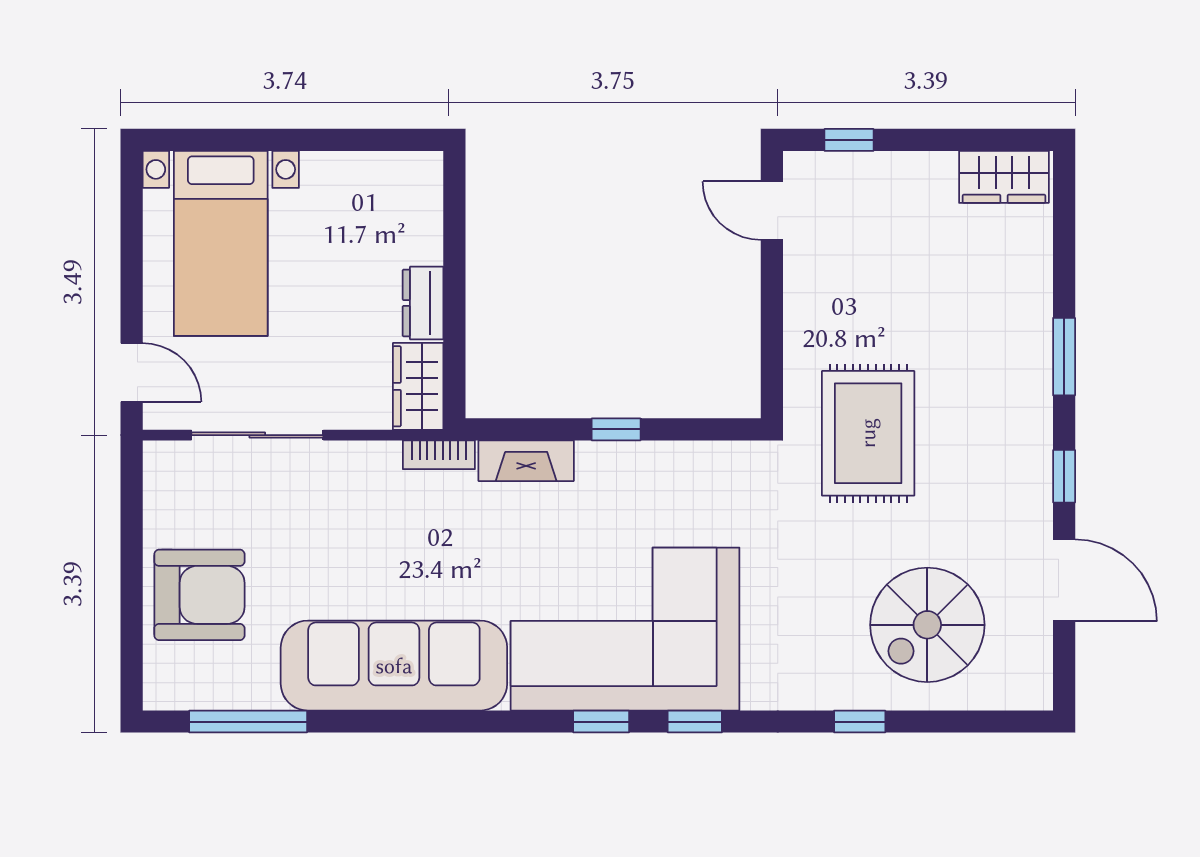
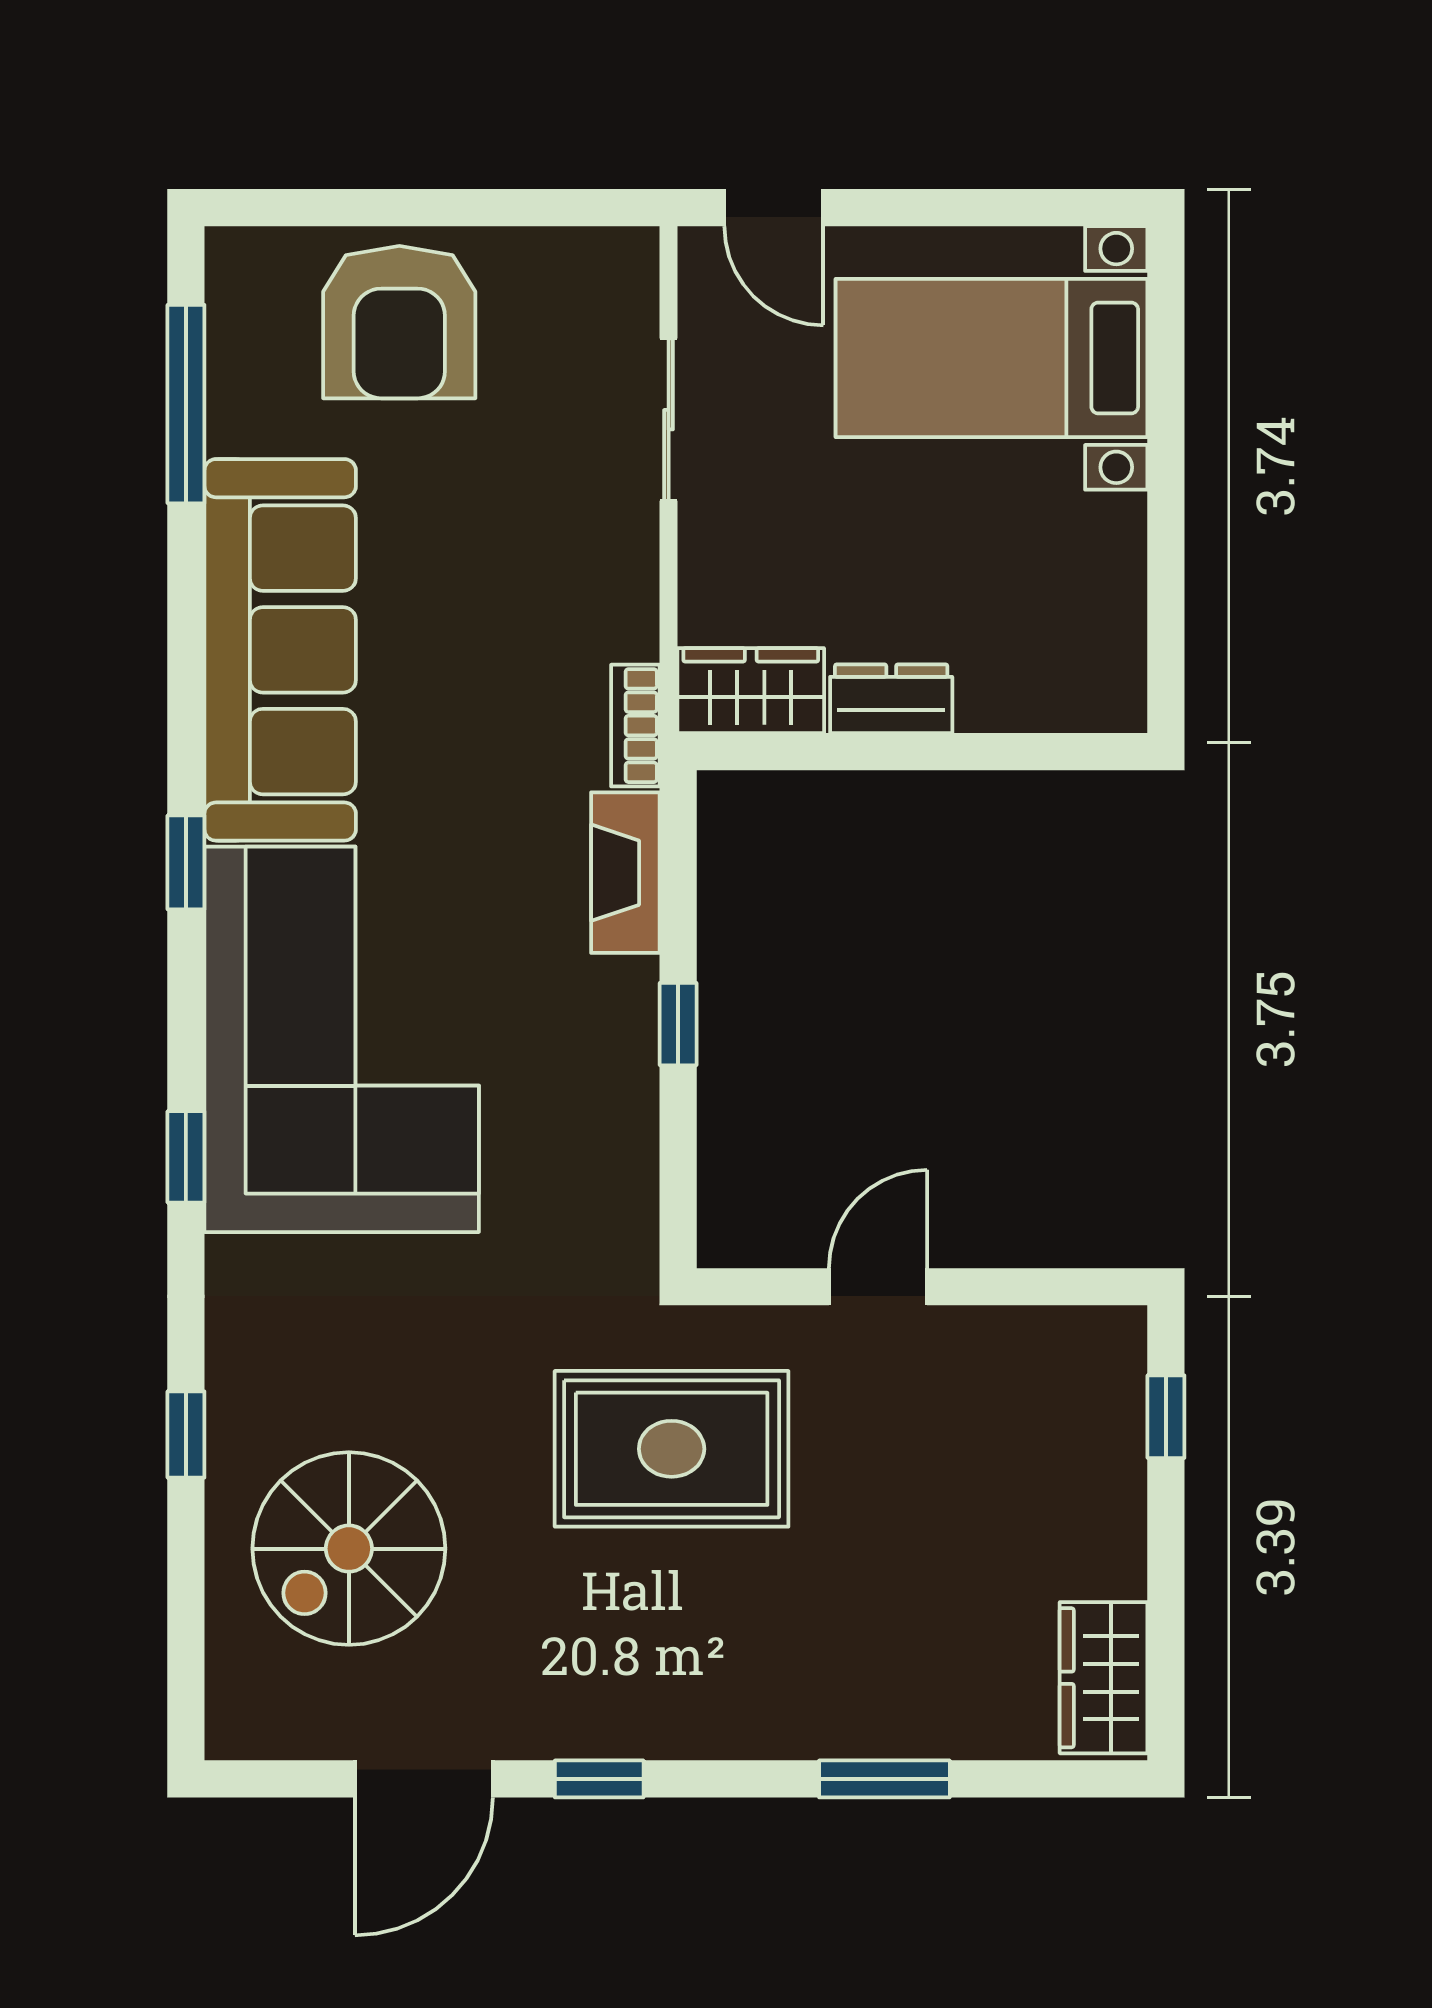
door: (772, 211) -> (878, 1287), moved
window: (1064, 357) -> (884, 1779), moved
door: (132, 373) -> (774, 208), hinge flipped
sliding door: (257, 435) -> (669, 420), width x0.73
spiral stairs: (927, 625) -> (349, 1549), turned -90
window: (601, 722) -> (186, 862), moved

